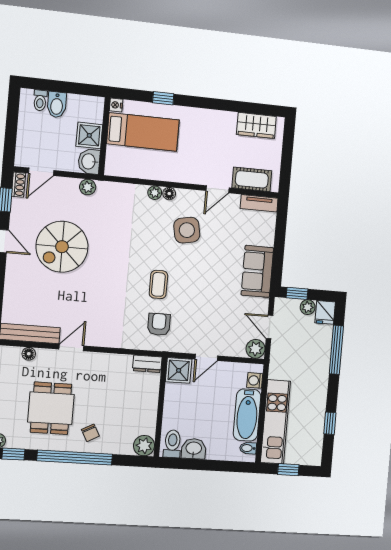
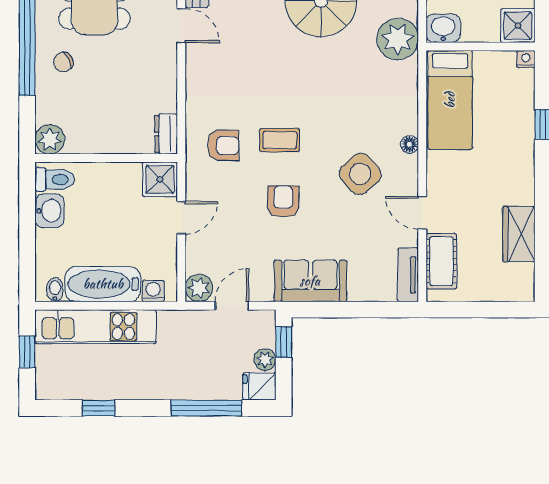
wardrobe: (256, 125) -> (519, 234), moved
bed: (143, 132) -> (450, 100), moved
shower: (89, 135) -> (518, 26), moved
plant: (88, 187) -> (398, 39), width x1.87, depth x1.87
plant: (155, 193) -> (409, 124), removed
side table: (187, 230) -> (360, 174), turned -30
armchair: (201, 286) -> (283, 201), added
door: (206, 357) -> (181, 218), swing flipped

